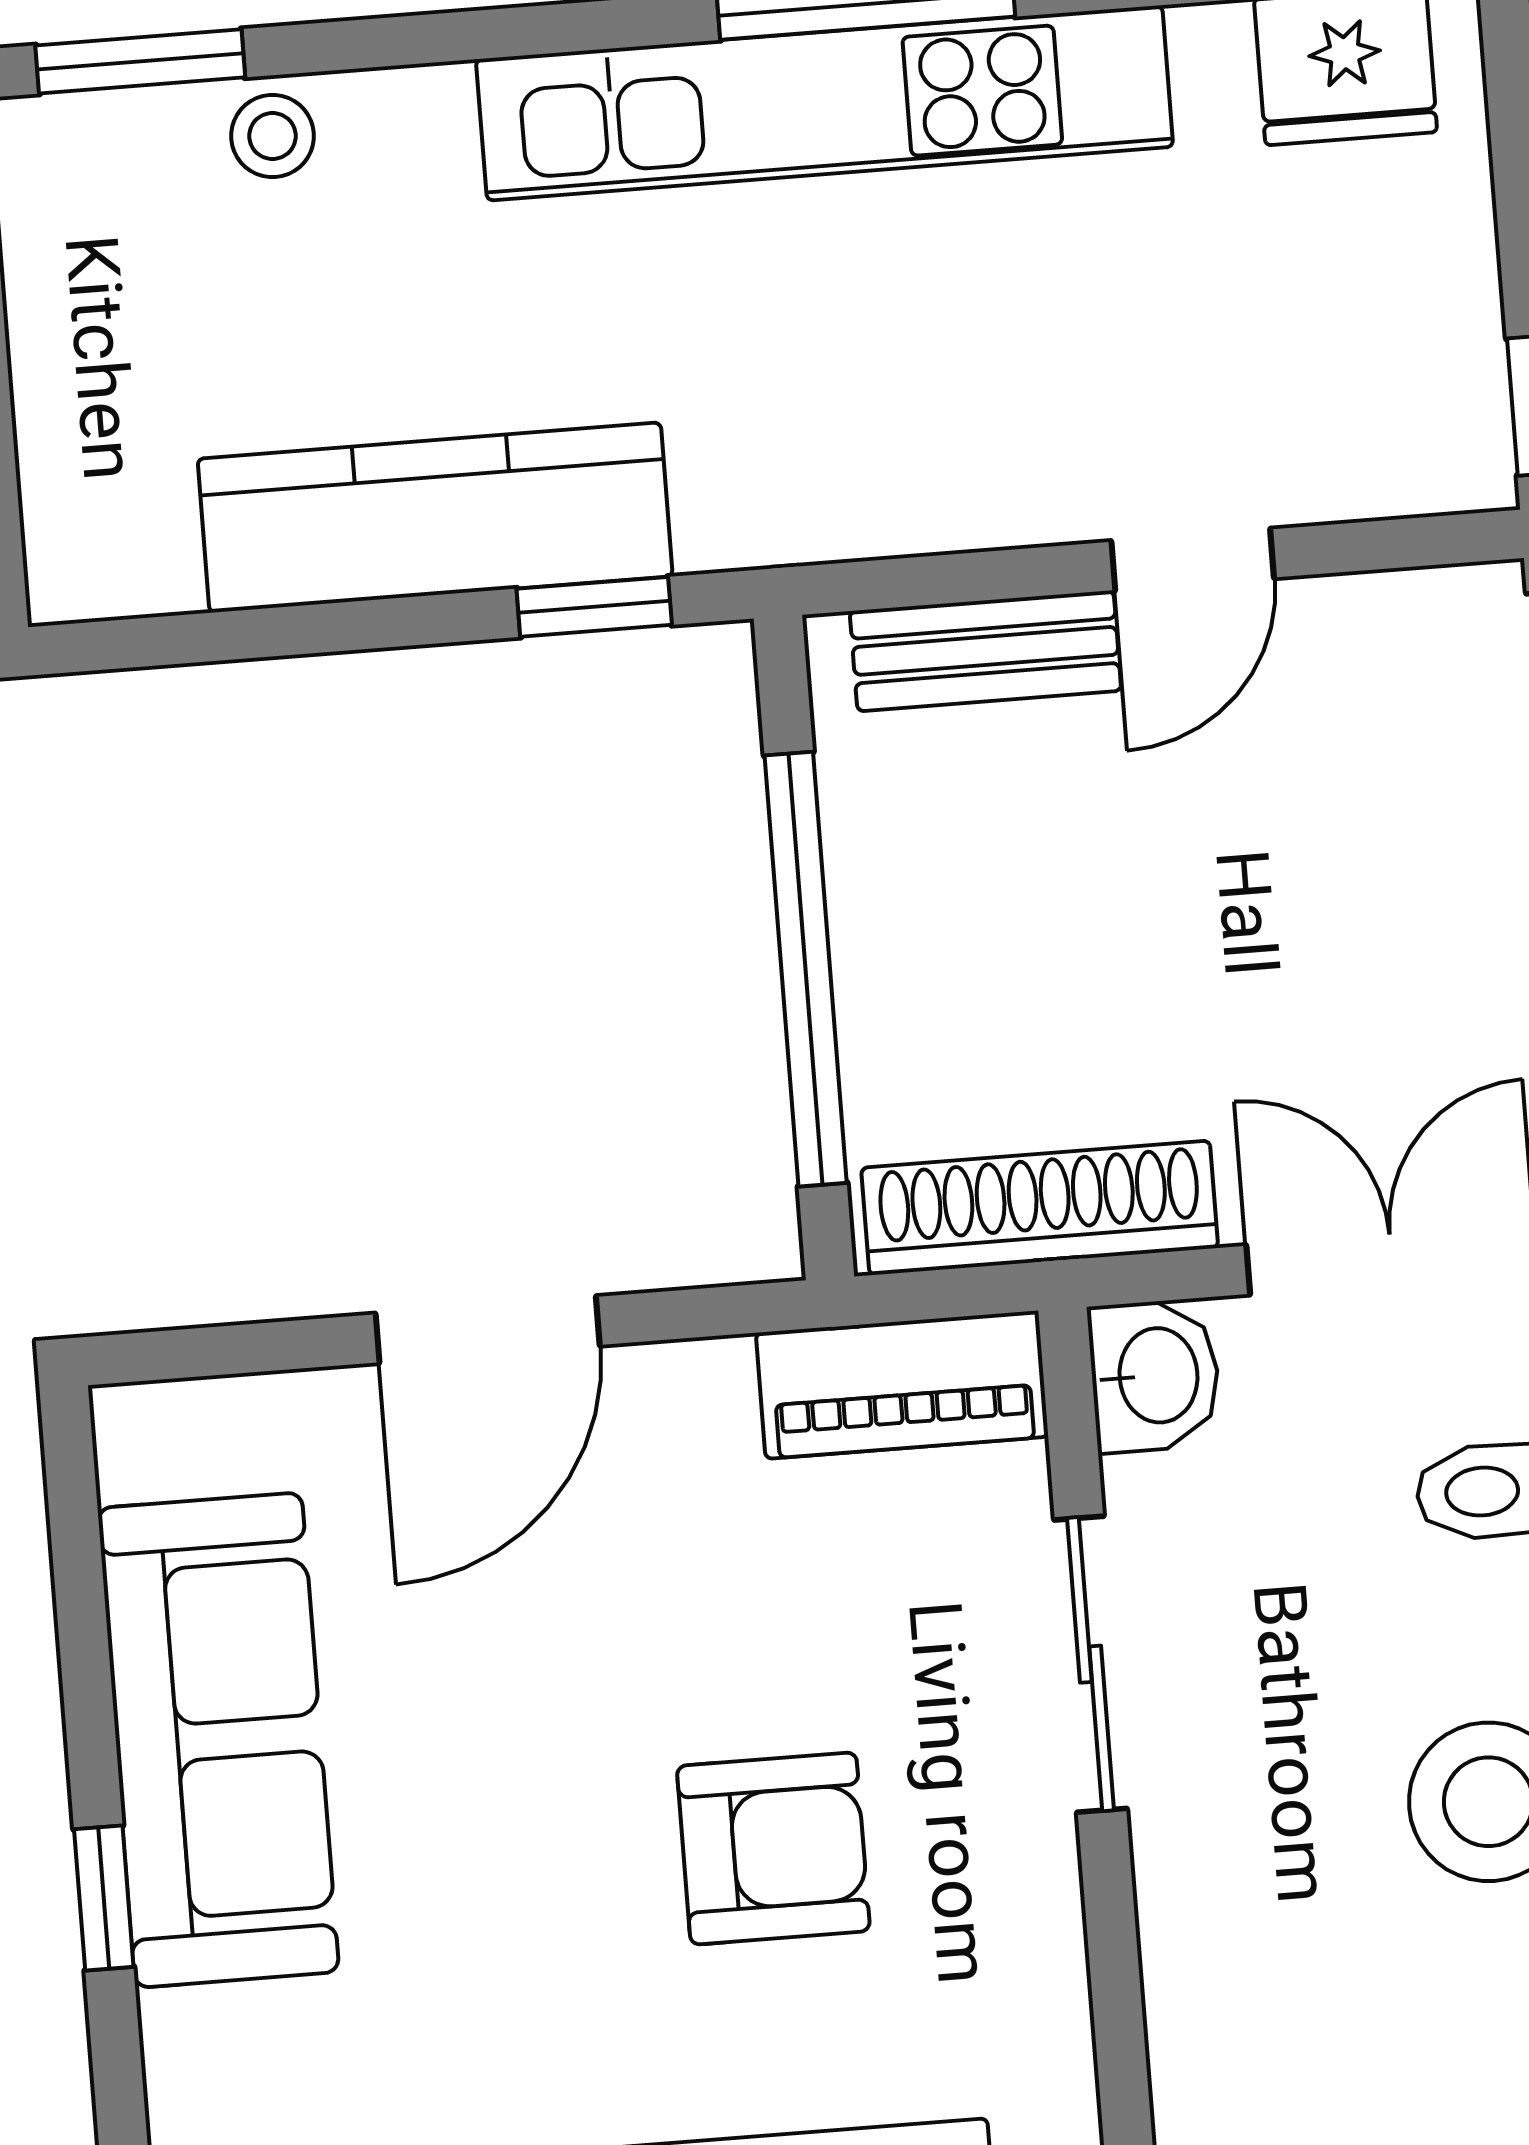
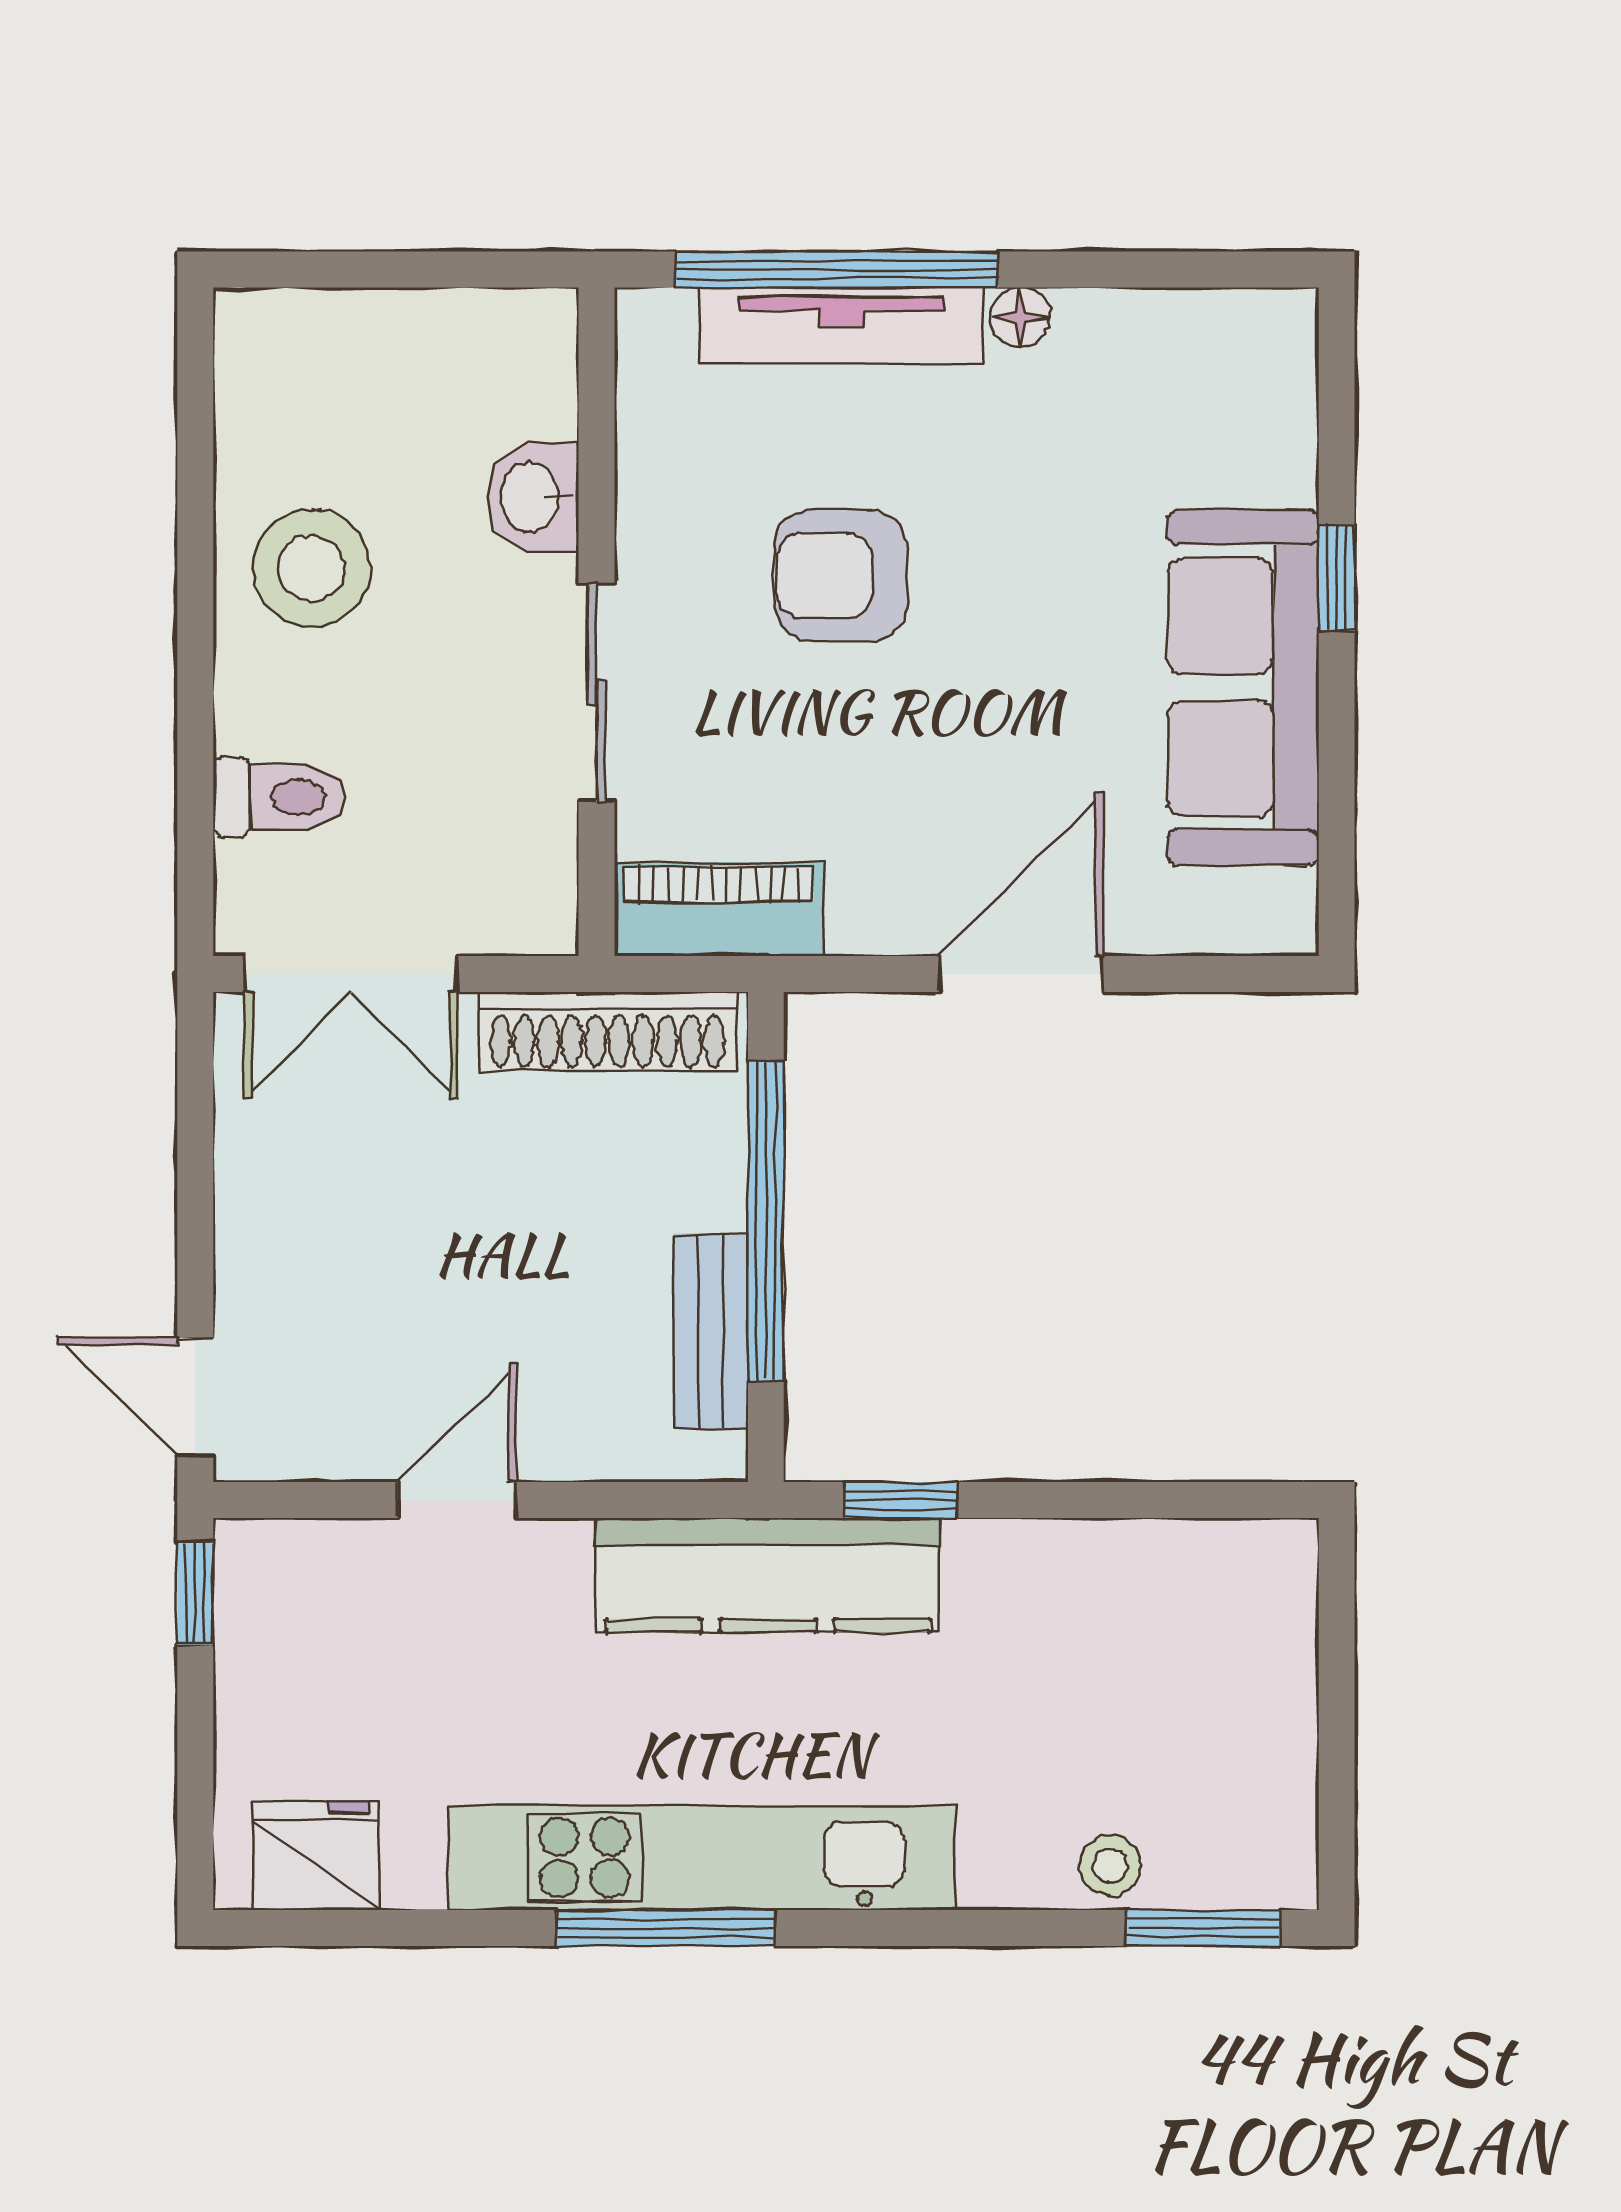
kitchen counter: (435, 518) -> (768, 1575), moved
bench: (985, 651) -> (711, 1331), moved, turned 90
washbasin: (1155, 1376) -> (532, 497), moved

